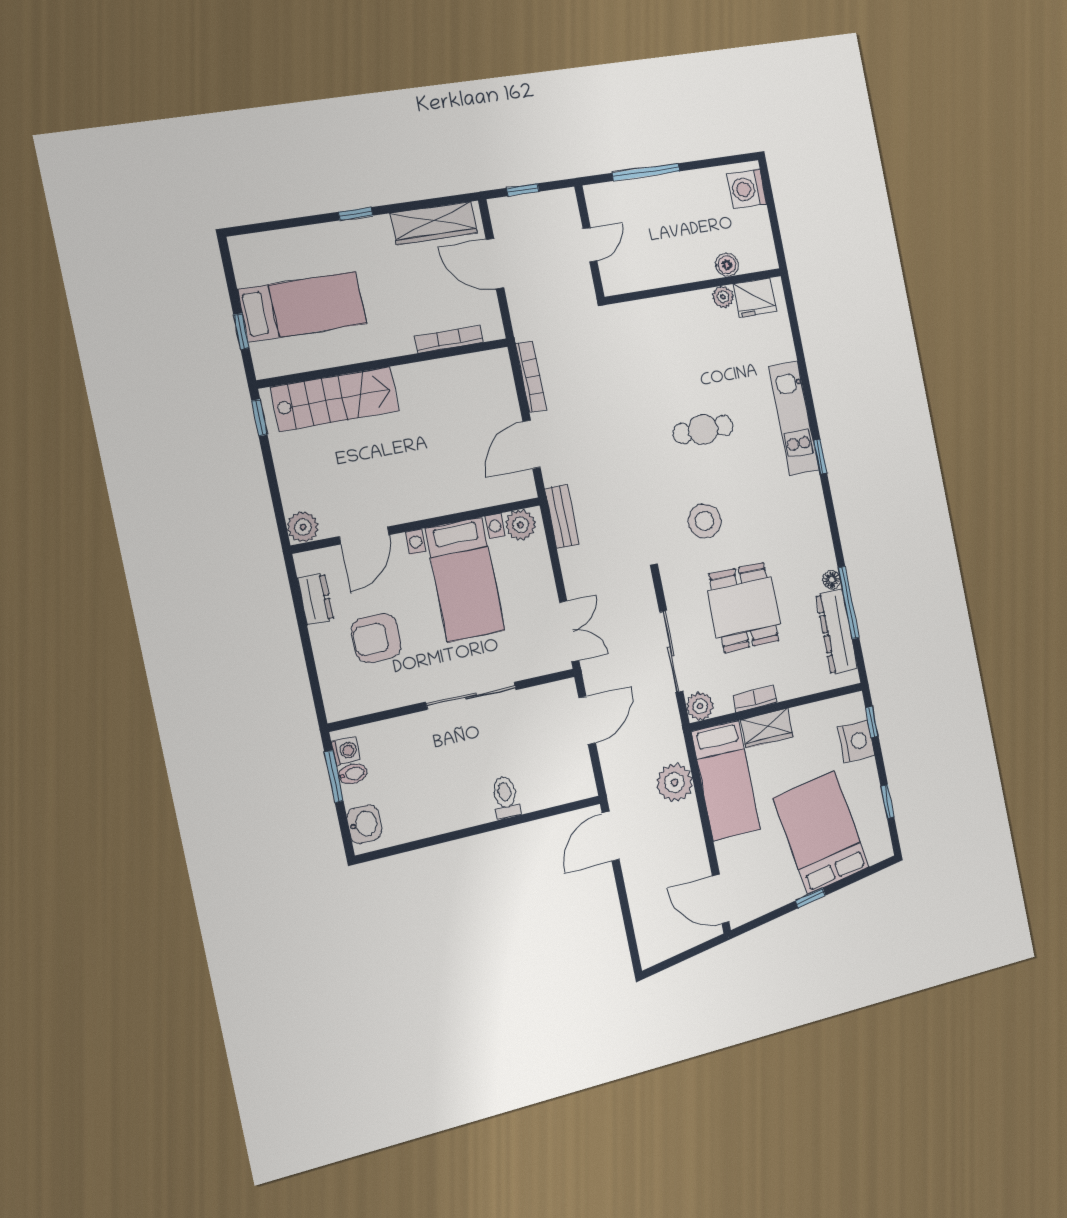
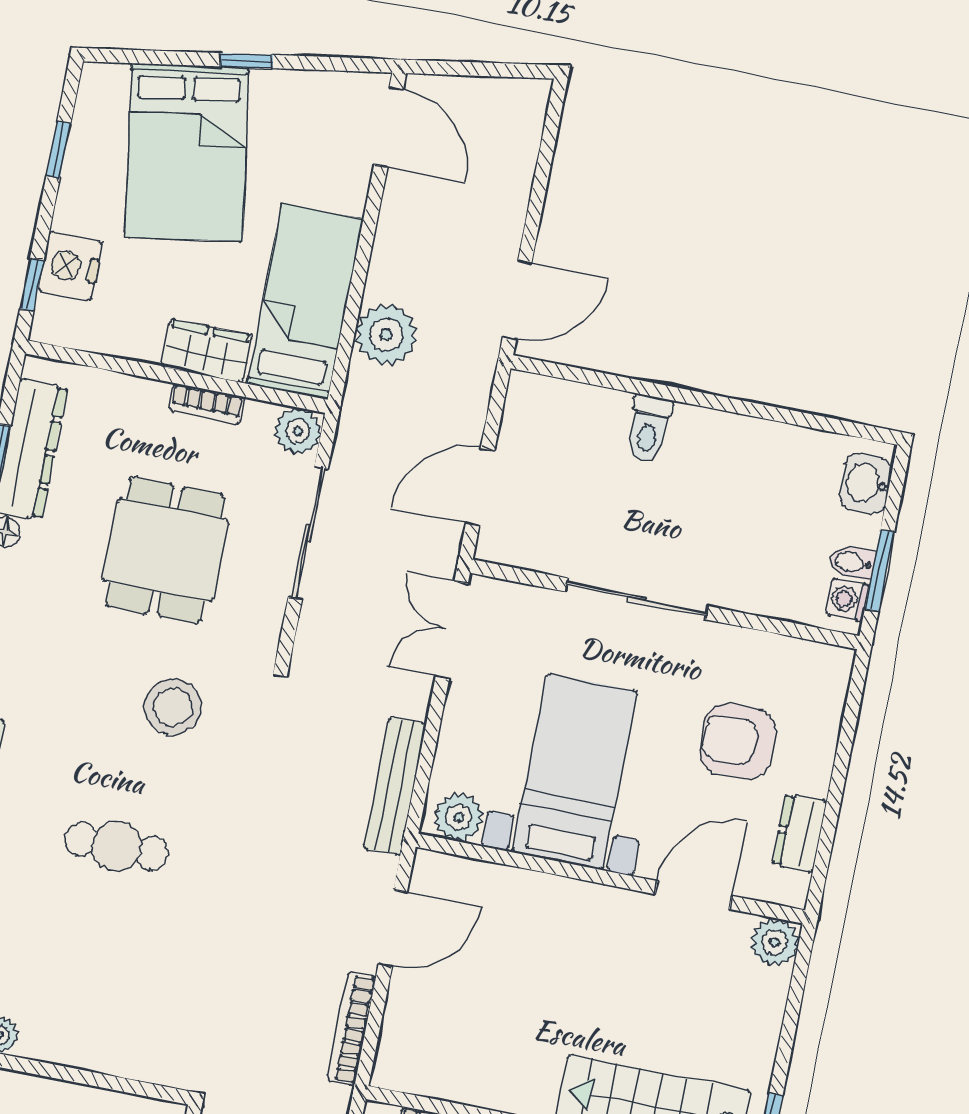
bench: (562, 517) -> (395, 786), width x1.36
armchair: (376, 638) -> (738, 741), turned 180

